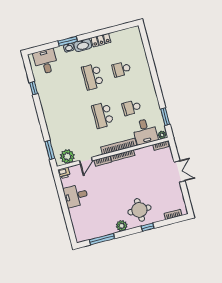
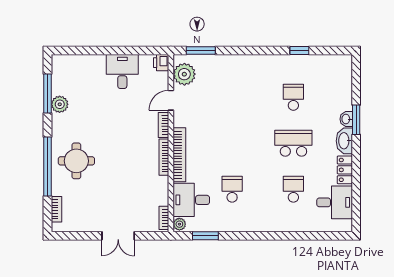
desk: (46, 61) -> (335, 202), moved
school desk: (103, 115) -> (293, 97), moved, width x0.54
door: (86, 161) -> (171, 100), hinge flipped
plant: (122, 226) -> (60, 104), moved
window: (148, 227) -> (47, 166), width x3.17

